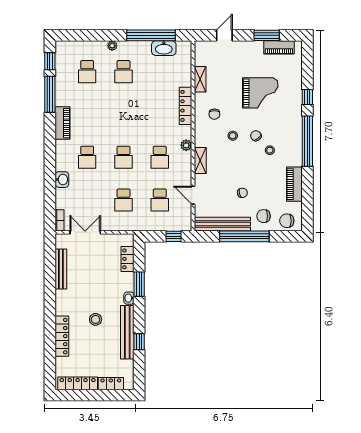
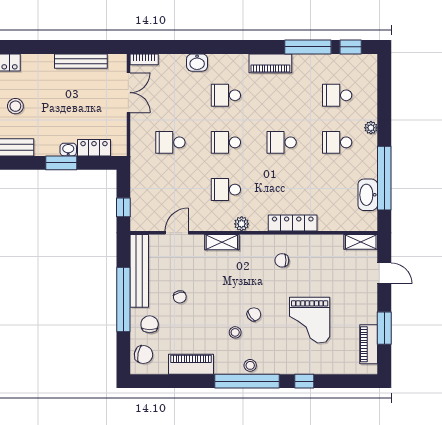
shelving: (200, 79) -> (361, 242), moved
stool: (233, 136) -> (250, 365), moved
school desk: (160, 200) -> (282, 142), moved
chair: (287, 221) -> (144, 355), turned 101
washbasin: (129, 298) -> (68, 150), moved

